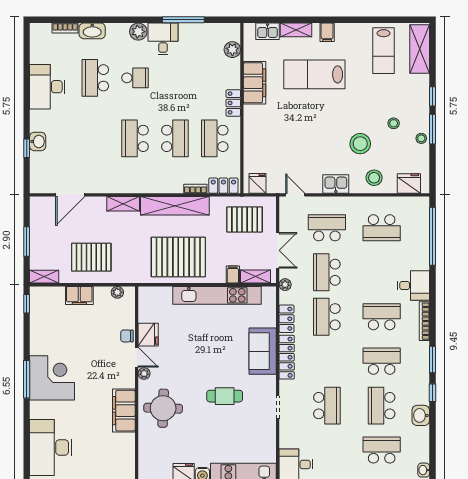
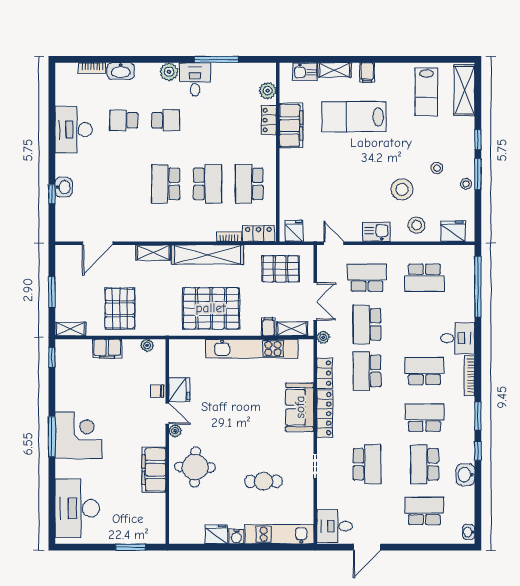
school desk: (95, 78) -> (124, 120), width x0.54
locker: (233, 103) -> (269, 120), moved
pallet: (91, 257) -> (120, 309), turned 90
cafe table: (225, 396) -> (263, 481), moved

